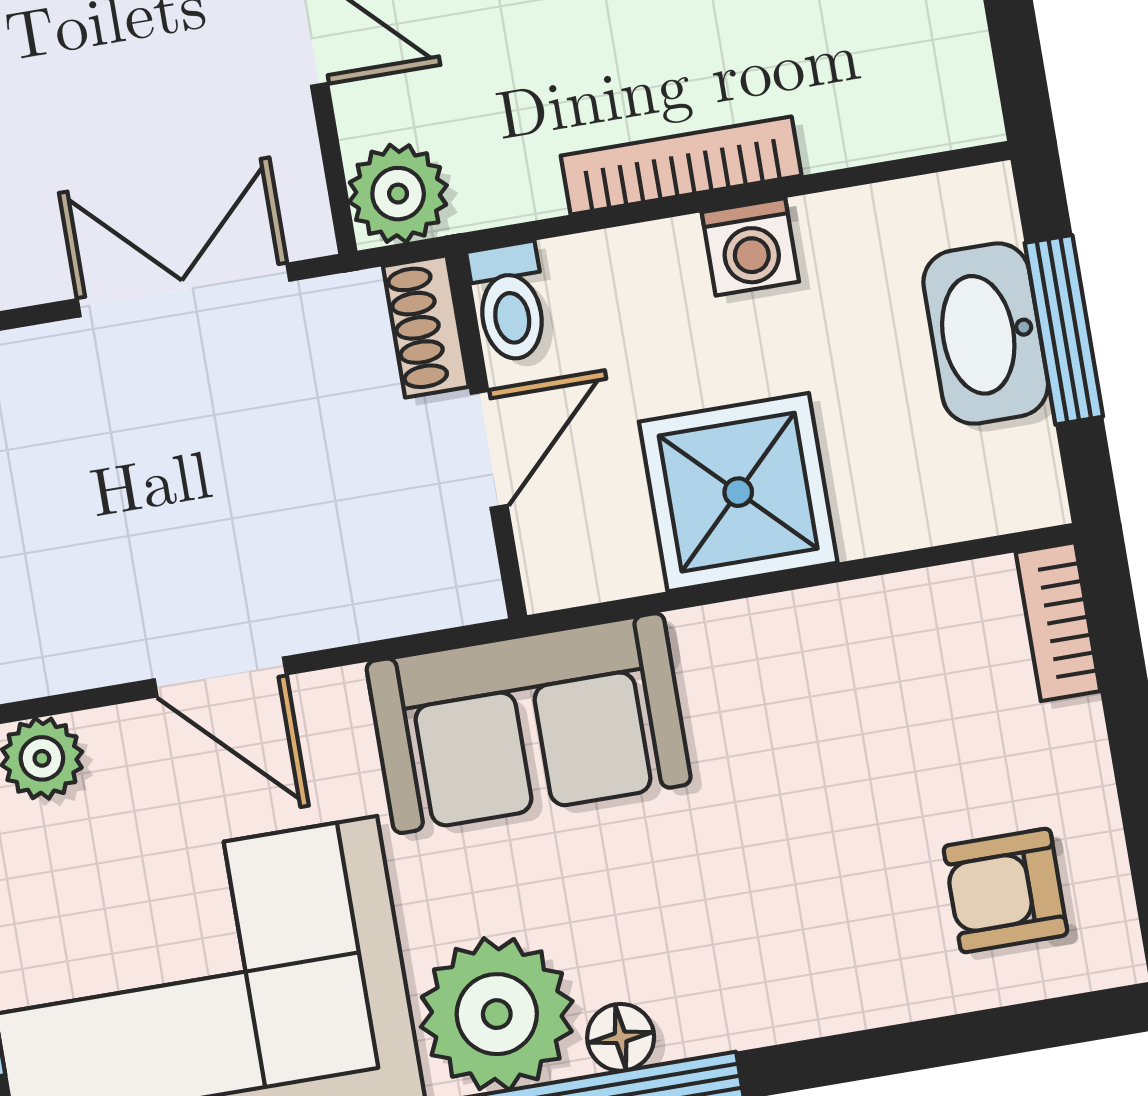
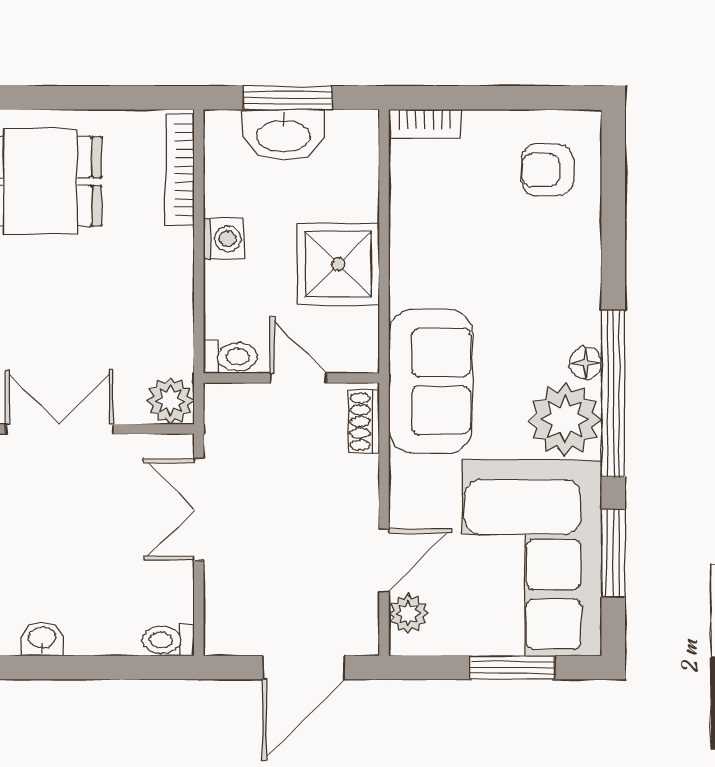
bookcase: (681, 166) -> (180, 170), moved
shoe rack: (426, 326) -> (364, 422), moved, turned 90
door: (220, 677) -> (384, 561), moved
armchair: (1005, 890) -> (547, 170), turned 90

